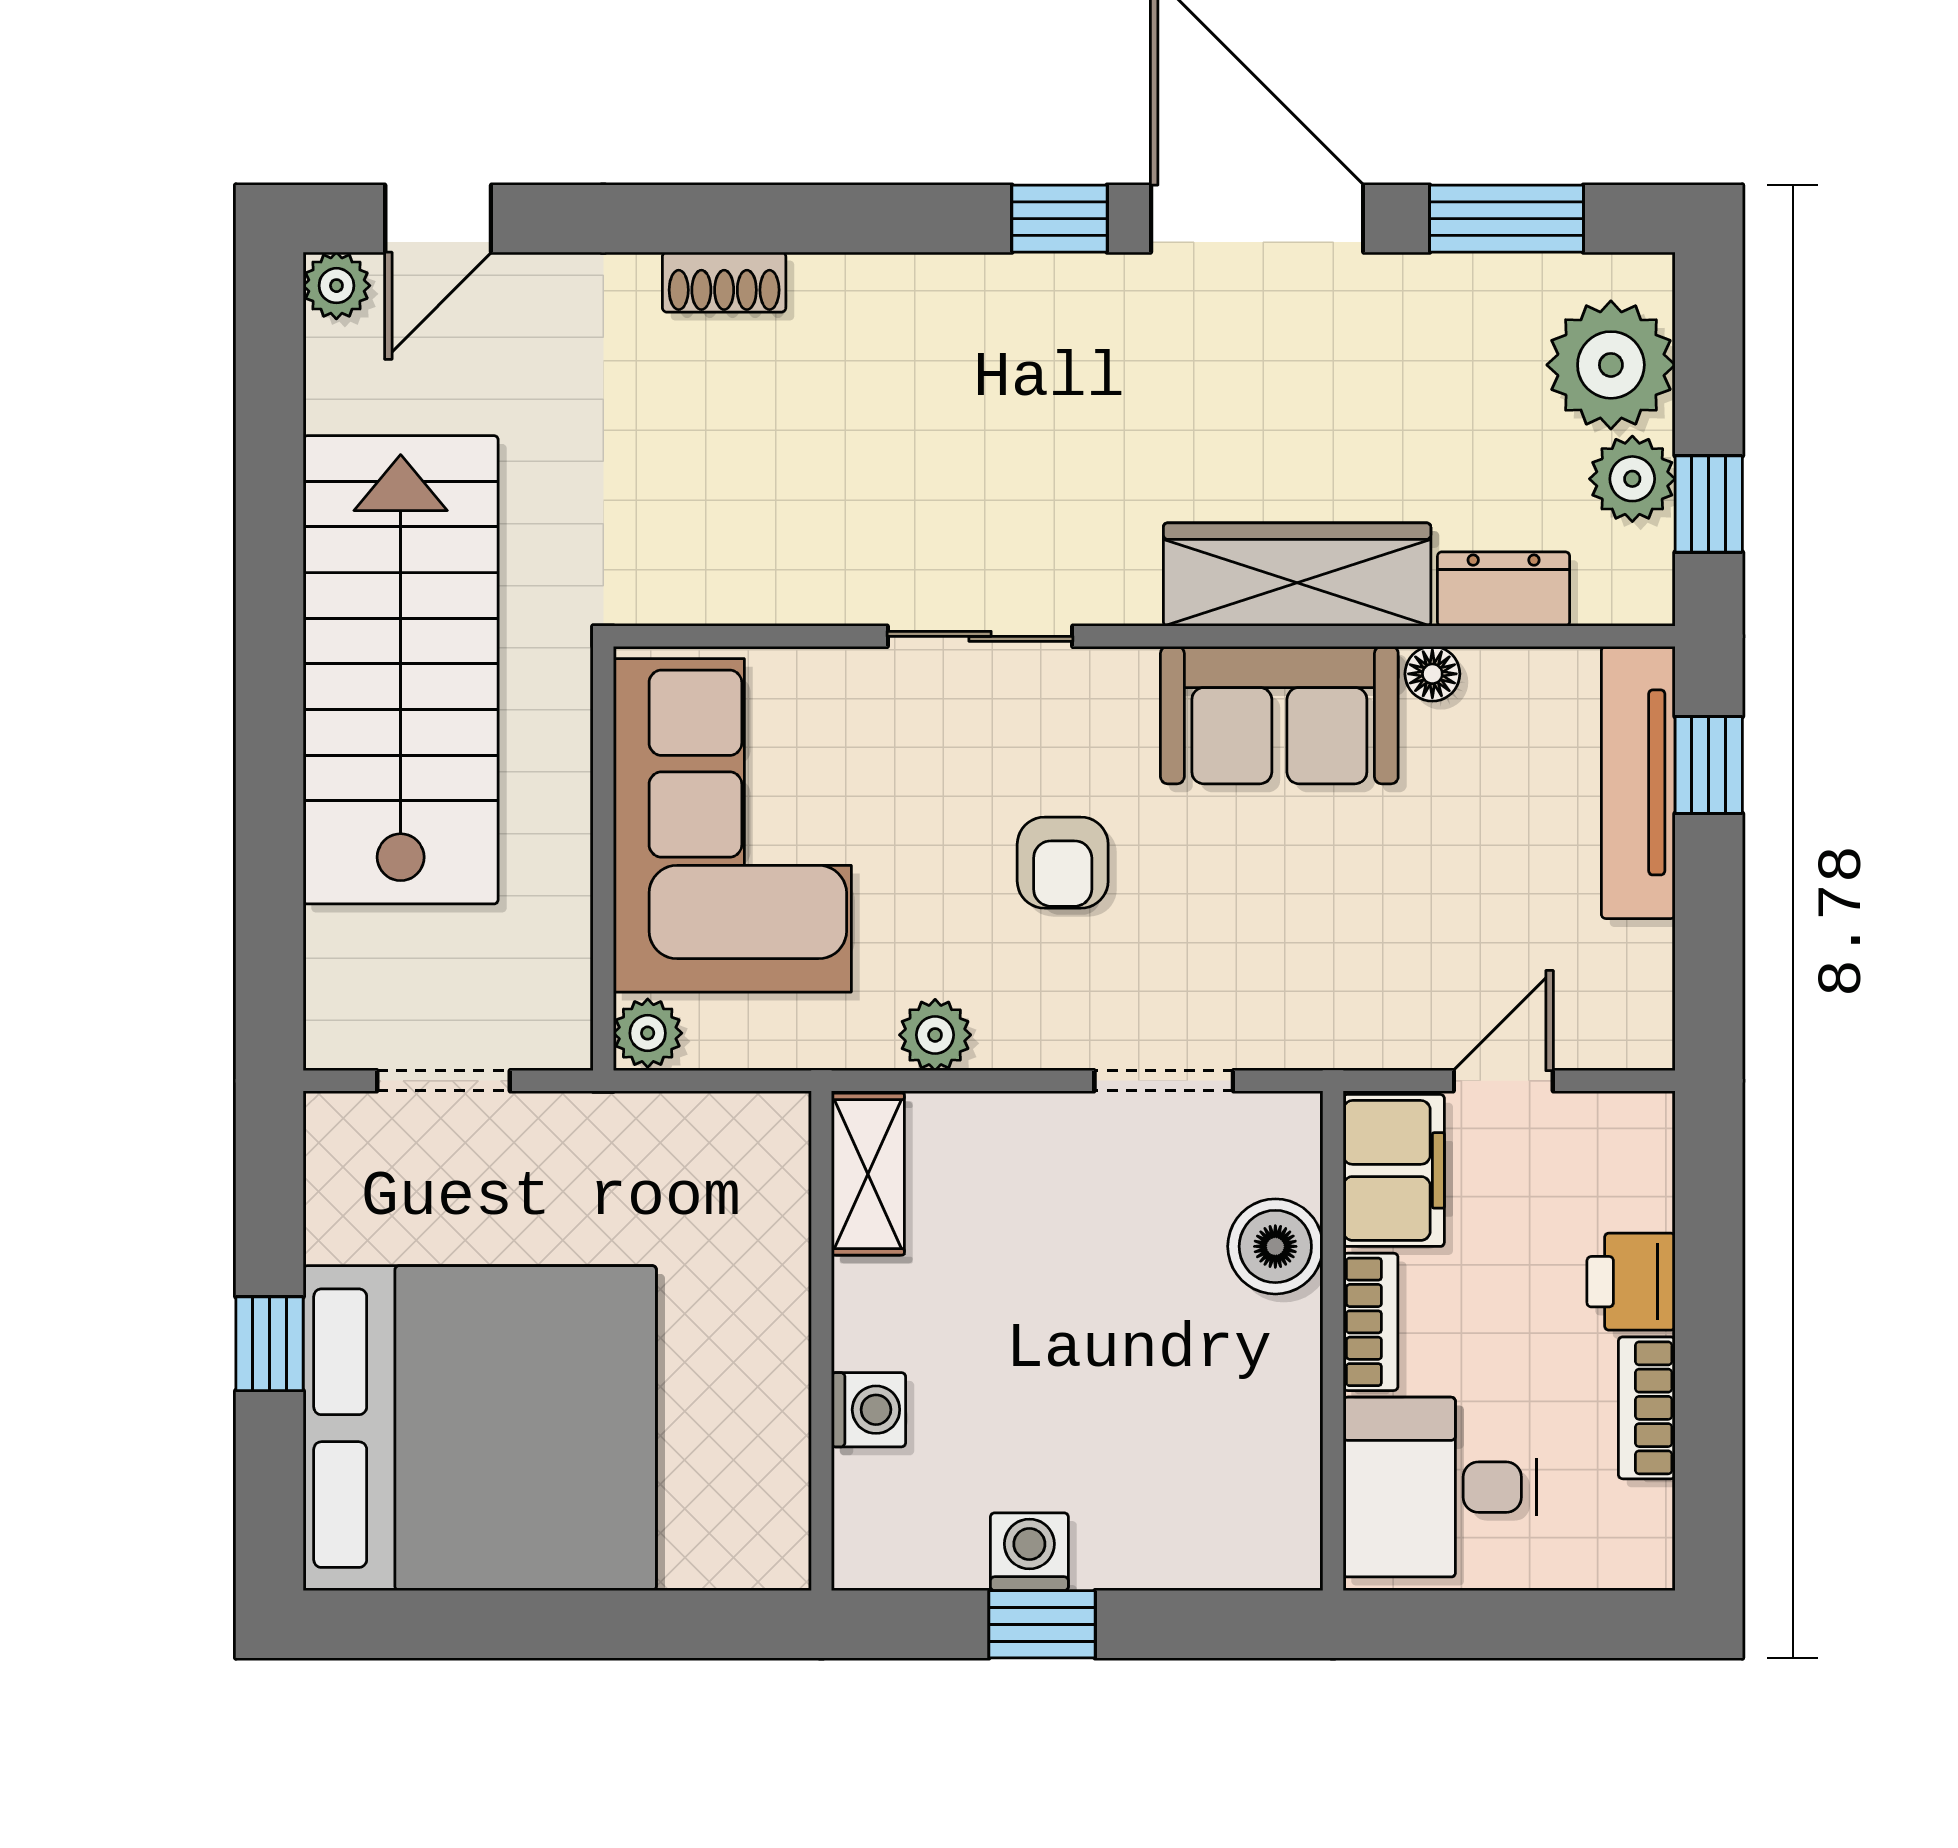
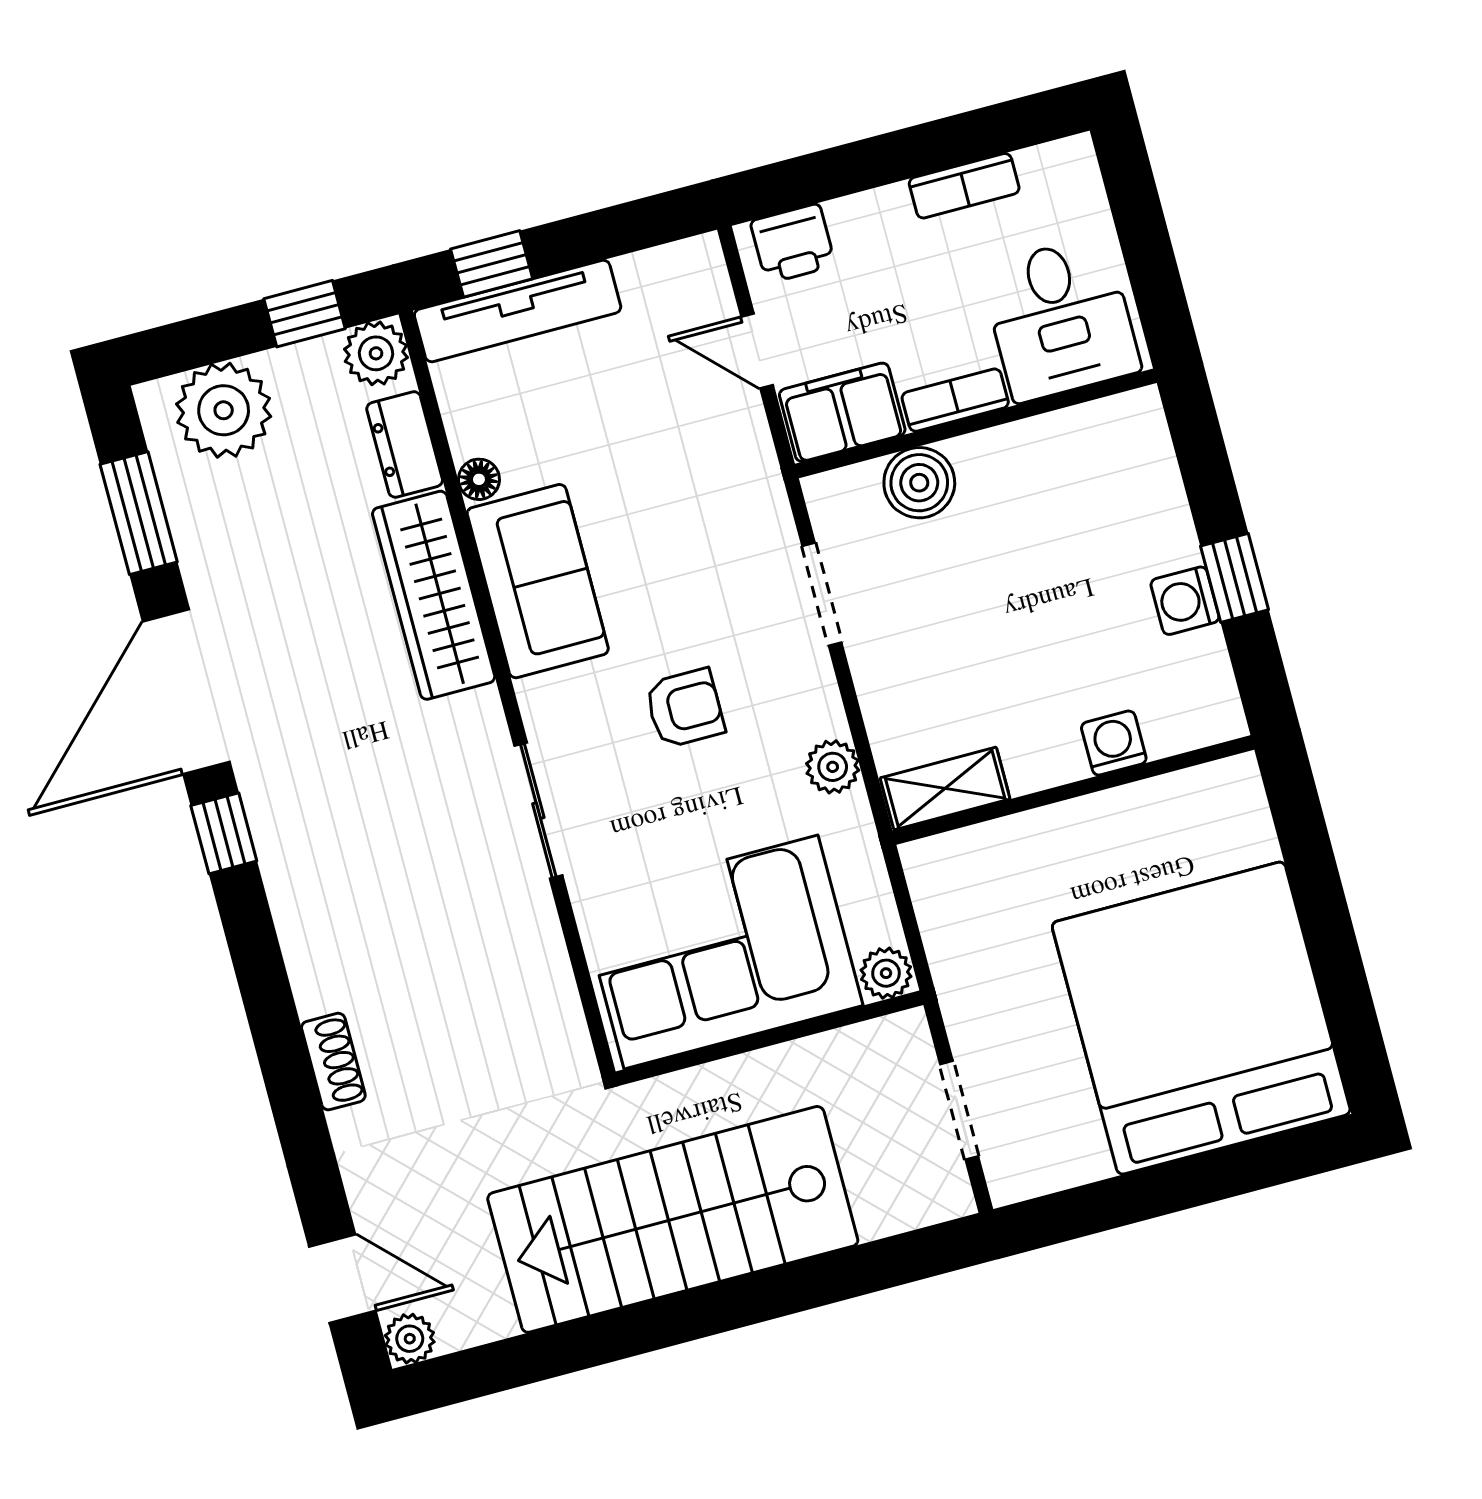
plant: (1632, 479) -> (376, 353), moved
printer: (1631, 1282) -> (793, 243), moved
window: (270, 1344) -> (1181, 1185), removed

